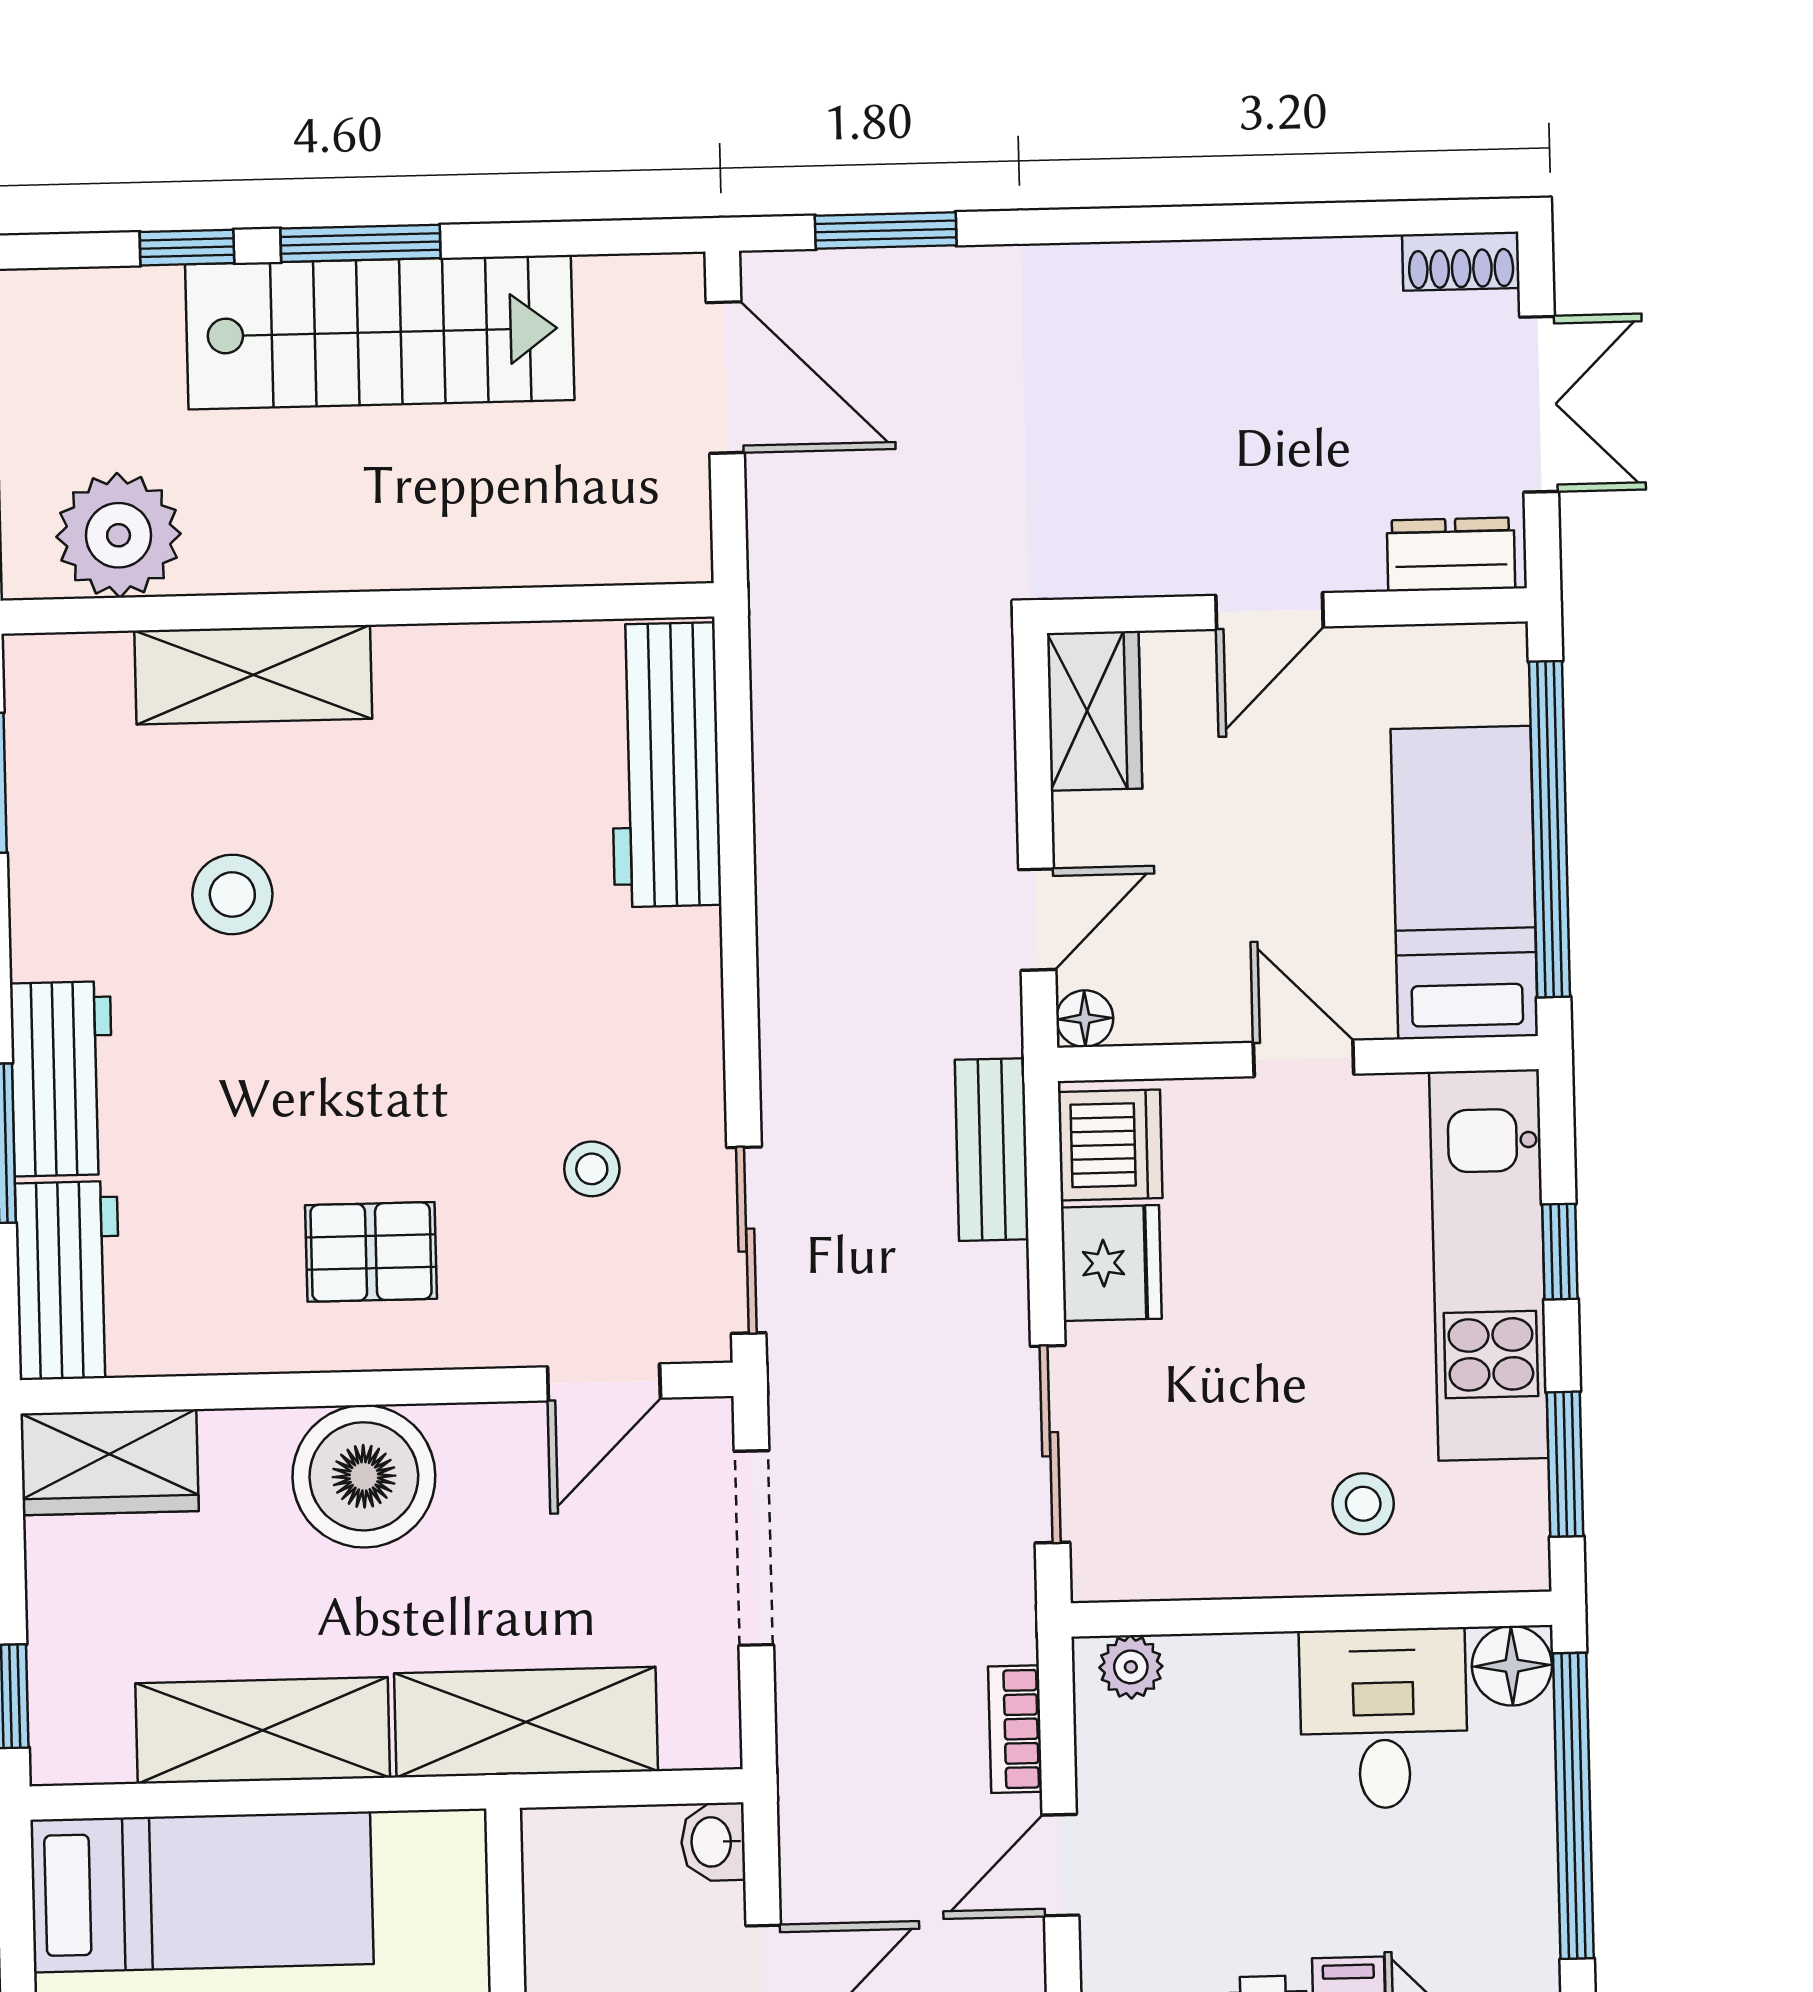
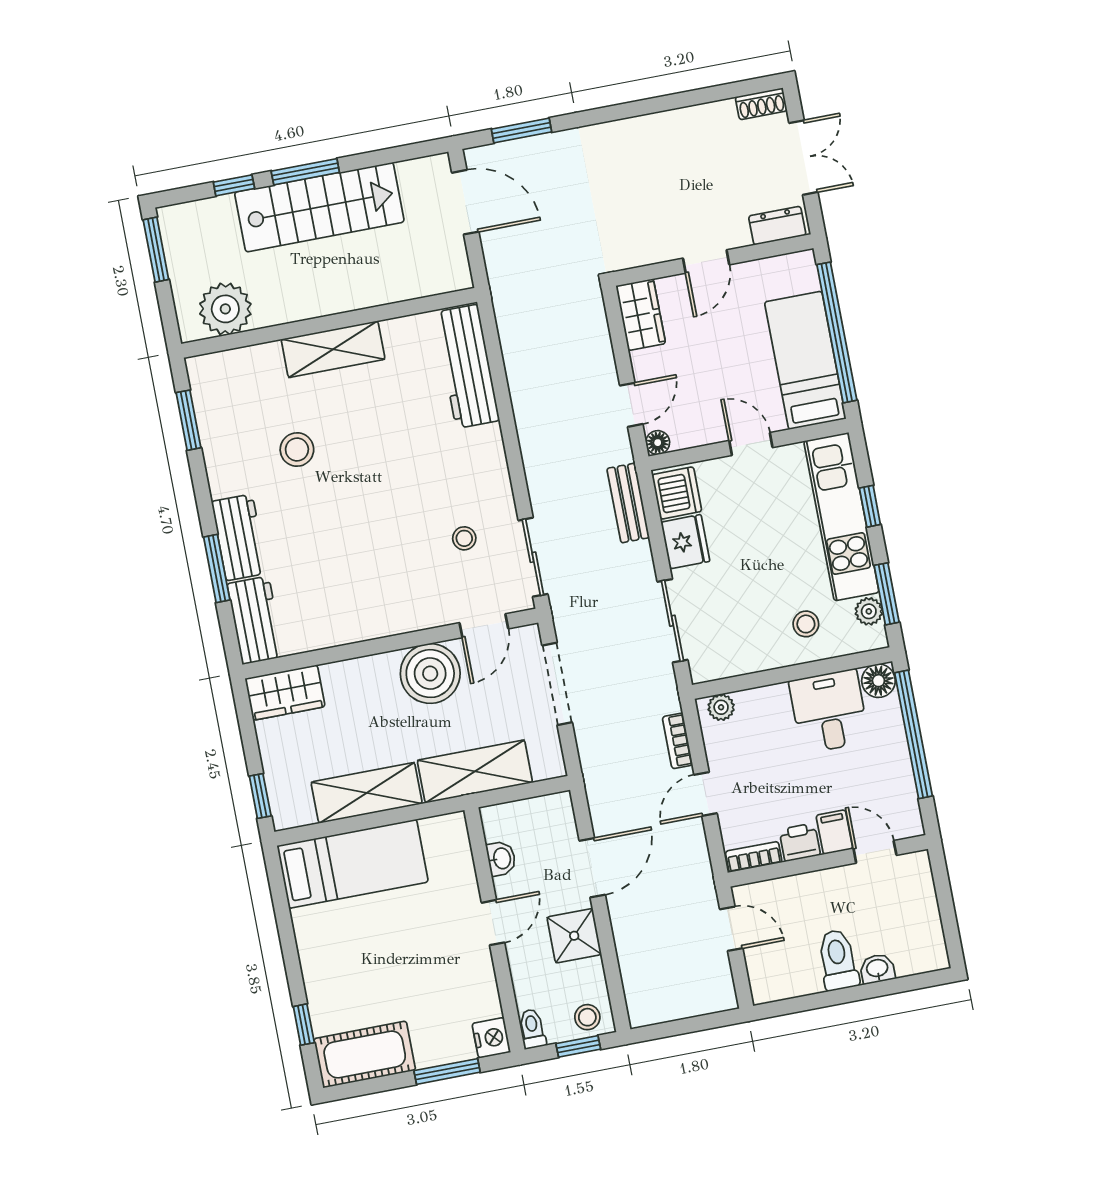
shelving: (253, 675) -> (333, 349), moved
pallet: (371, 1252) -> (379, 588), removed
boiler: (364, 1476) -> (430, 674), moved
plant: (1516, 1499) -> (869, 611), added
washbasin: (713, 1842) -> (501, 859), moved, turned 180

